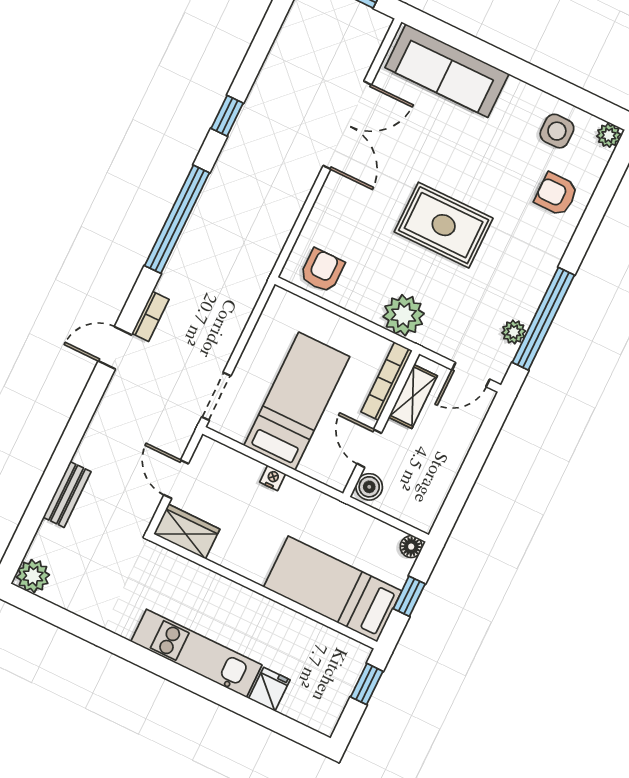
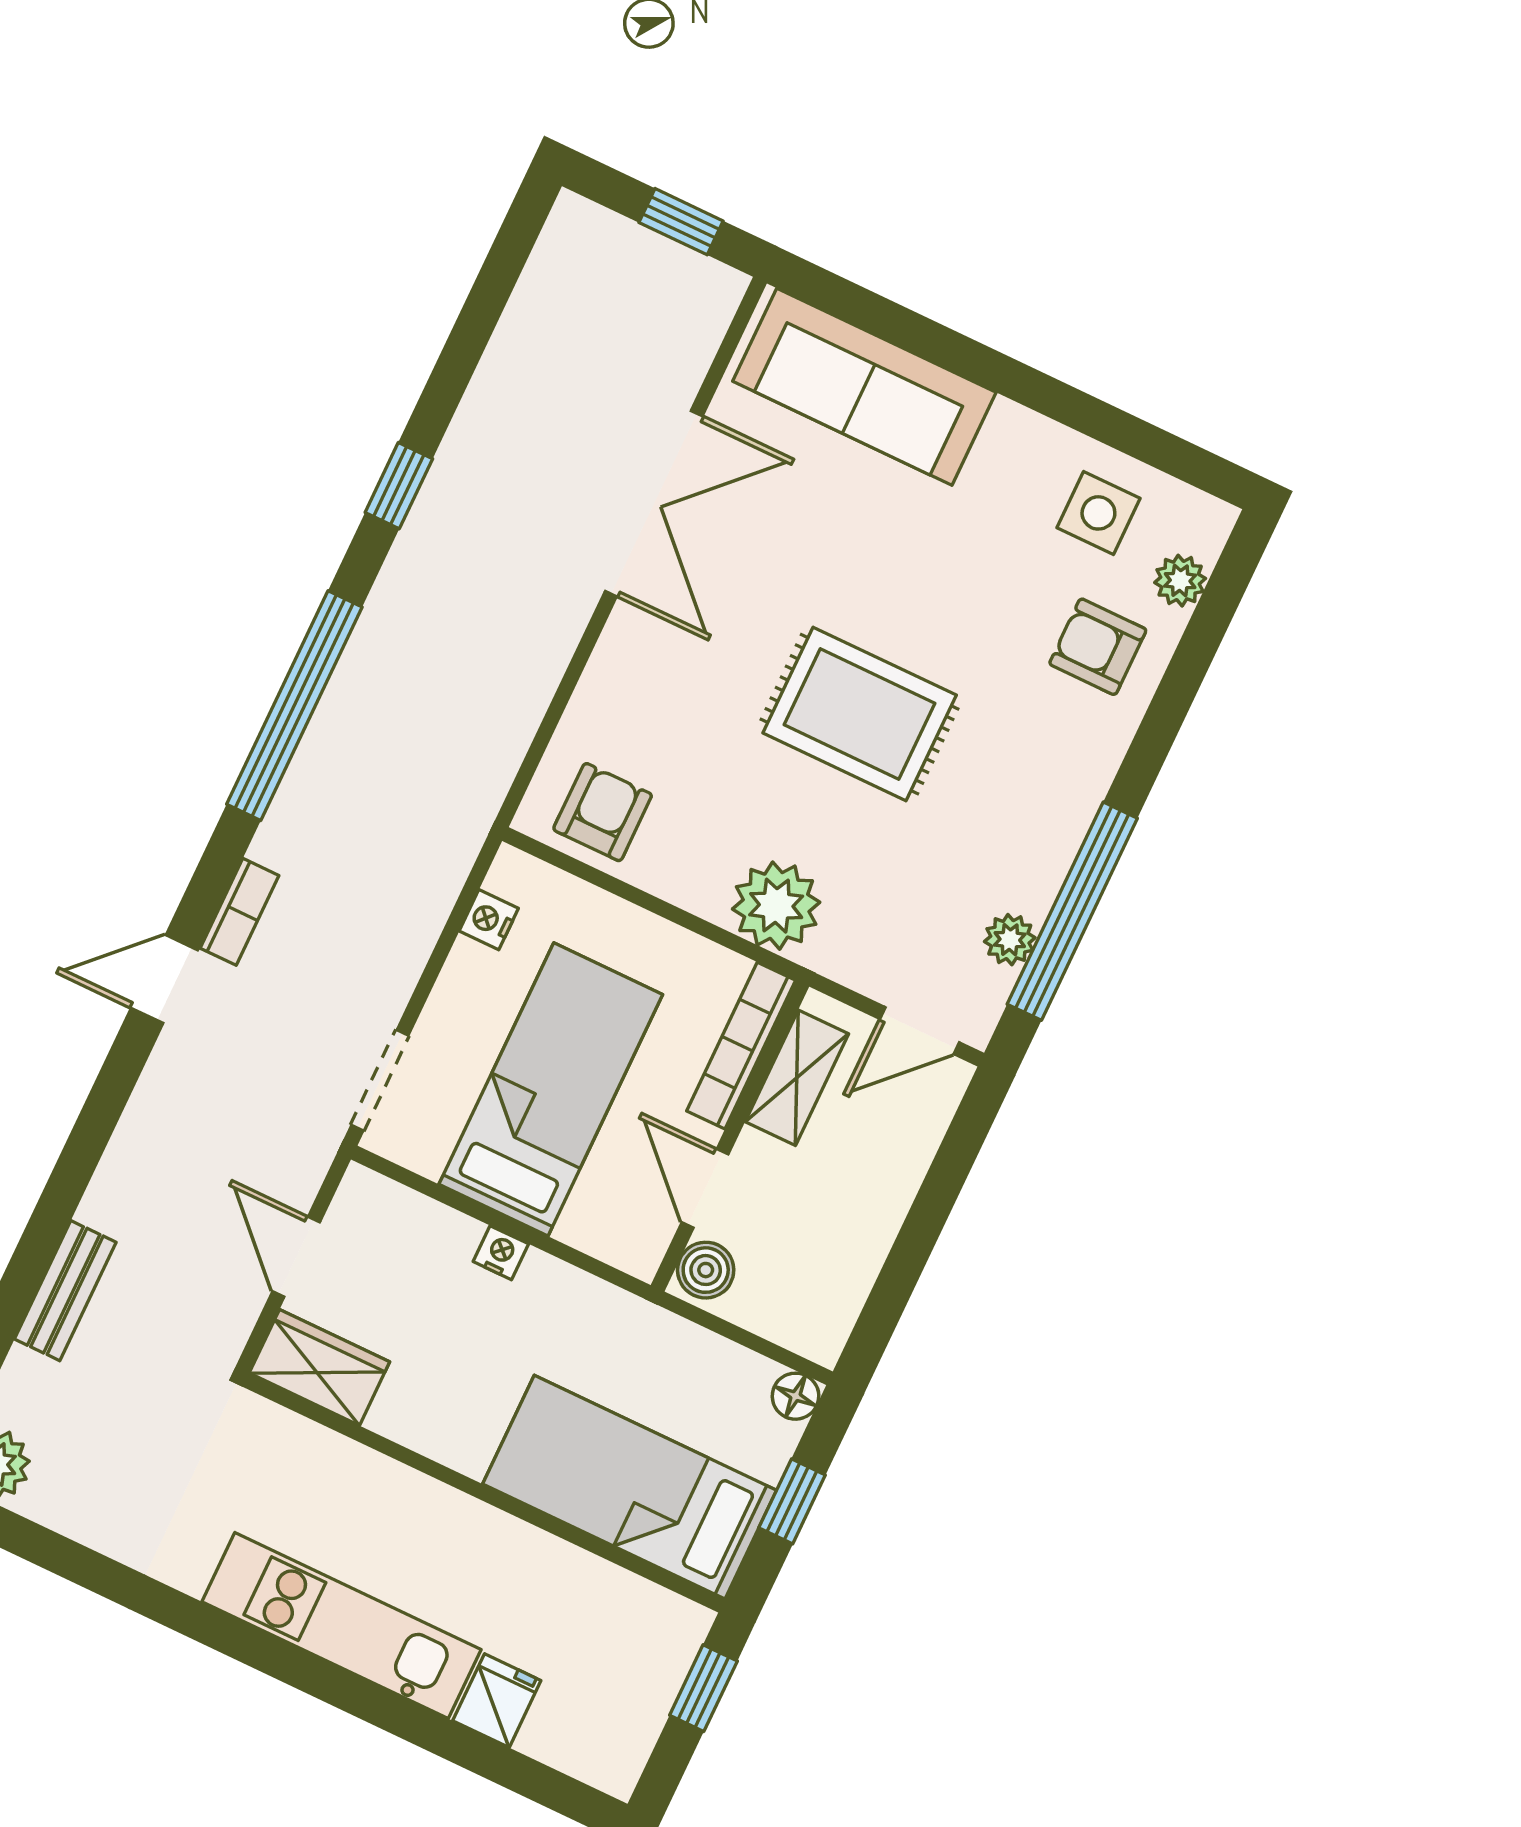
plant: (609, 135) -> (1180, 581), moved
nightstand: (268, 321) -> (489, 920), added

